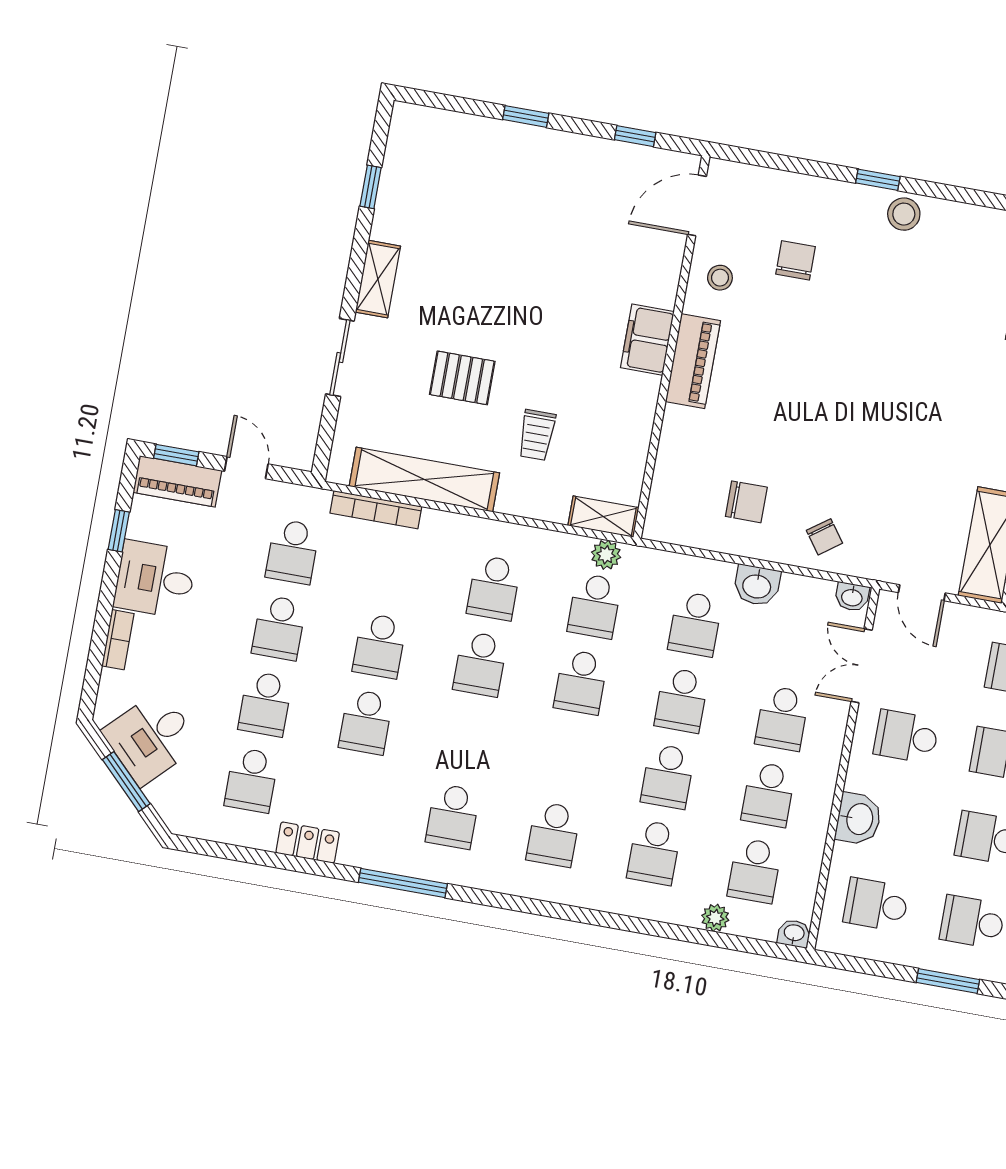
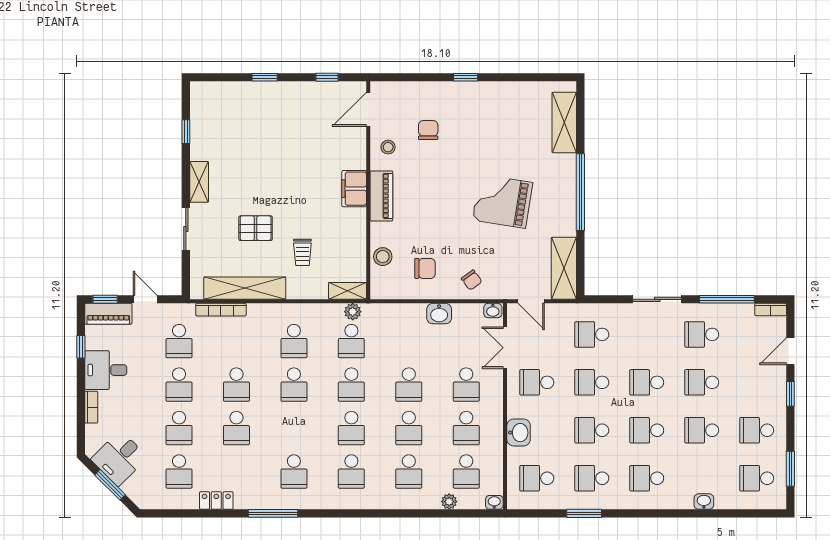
stool: (904, 214) -> (383, 257), moved
grand piano: (903, 409) -> (502, 201), added
school desk: (695, 624) -> (351, 428), moved

